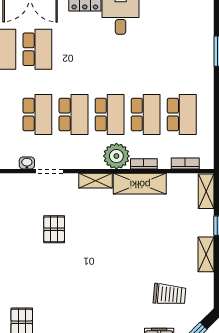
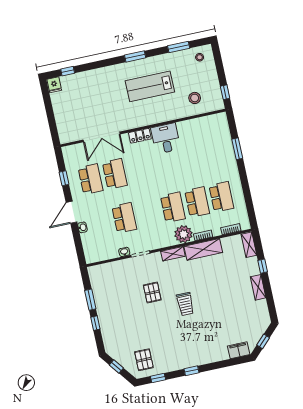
school desk: (74, 115) -> (149, 213), removed
trolley: (169, 294) -> (185, 304), moved, turned 85

